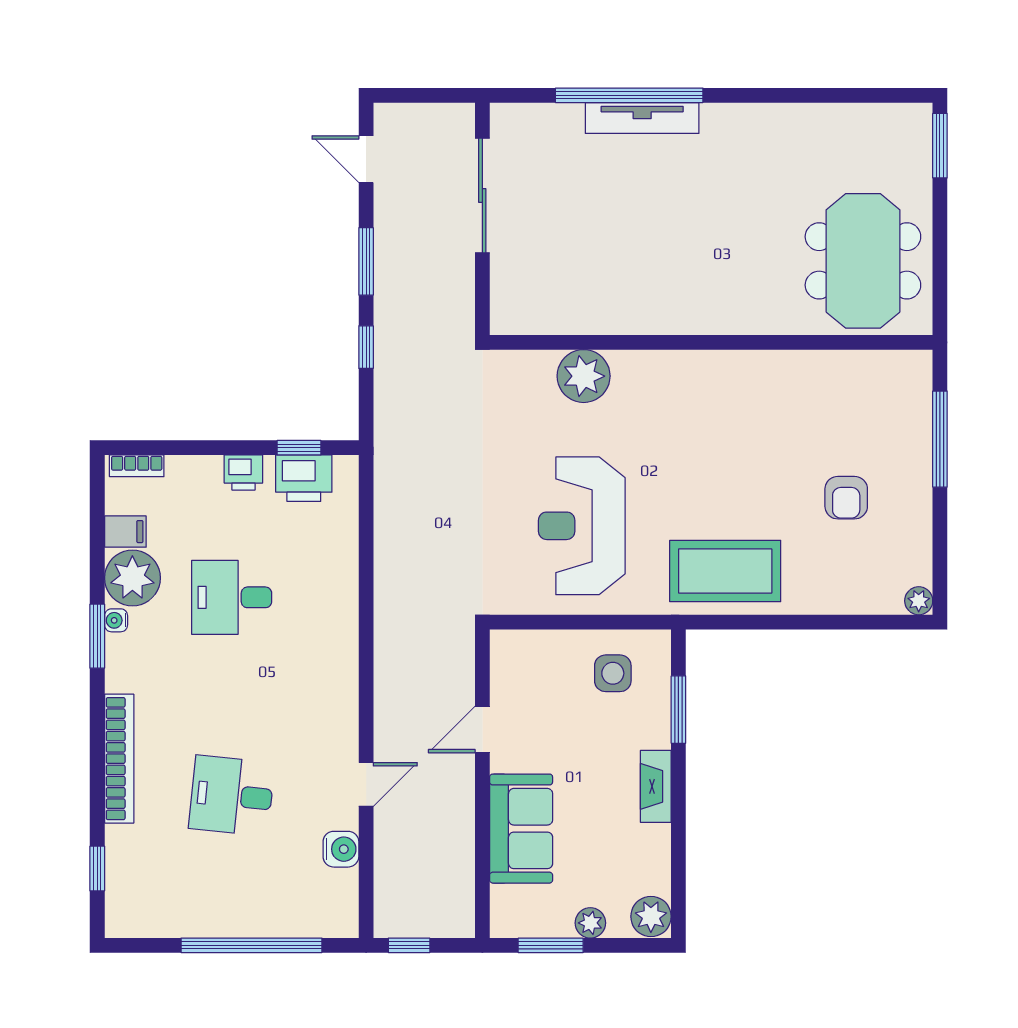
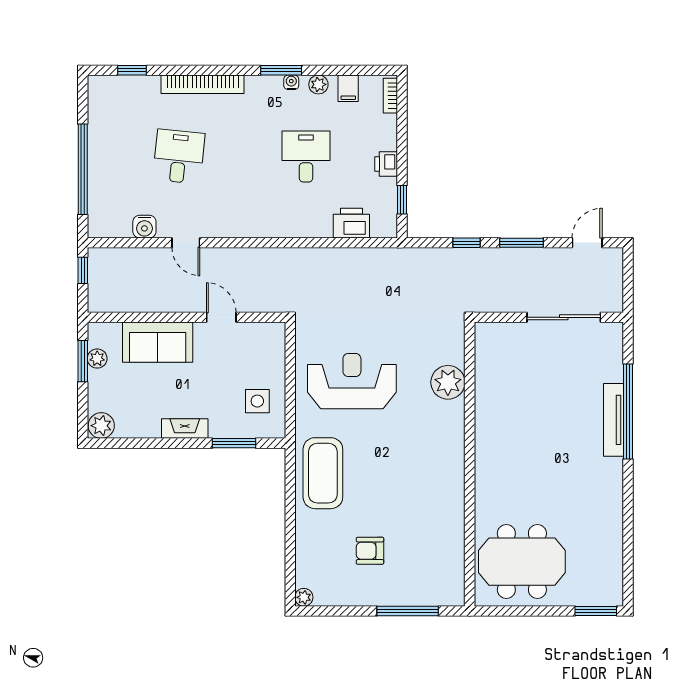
printer: (304, 478) -> (351, 223), moved, turned 90
plant: (132, 578) -> (318, 84), width x0.53, depth x0.53
plant: (590, 923) -> (97, 359), moved

